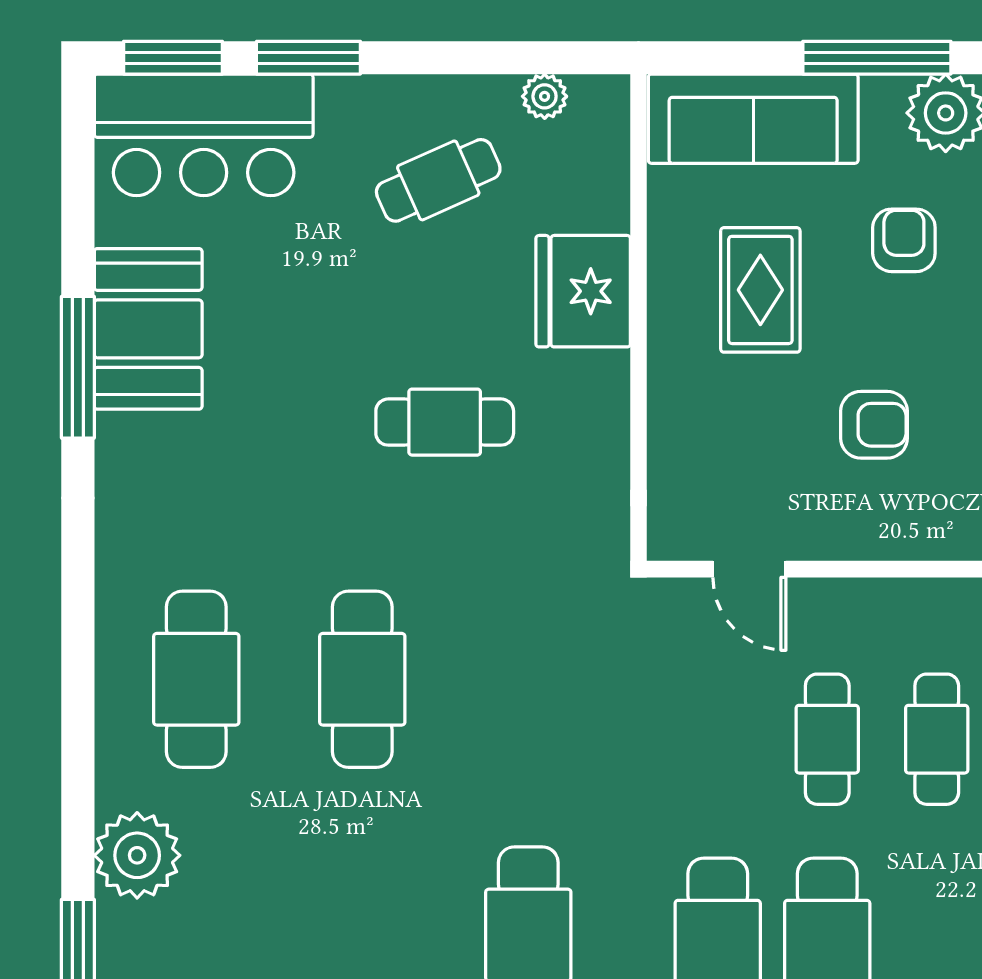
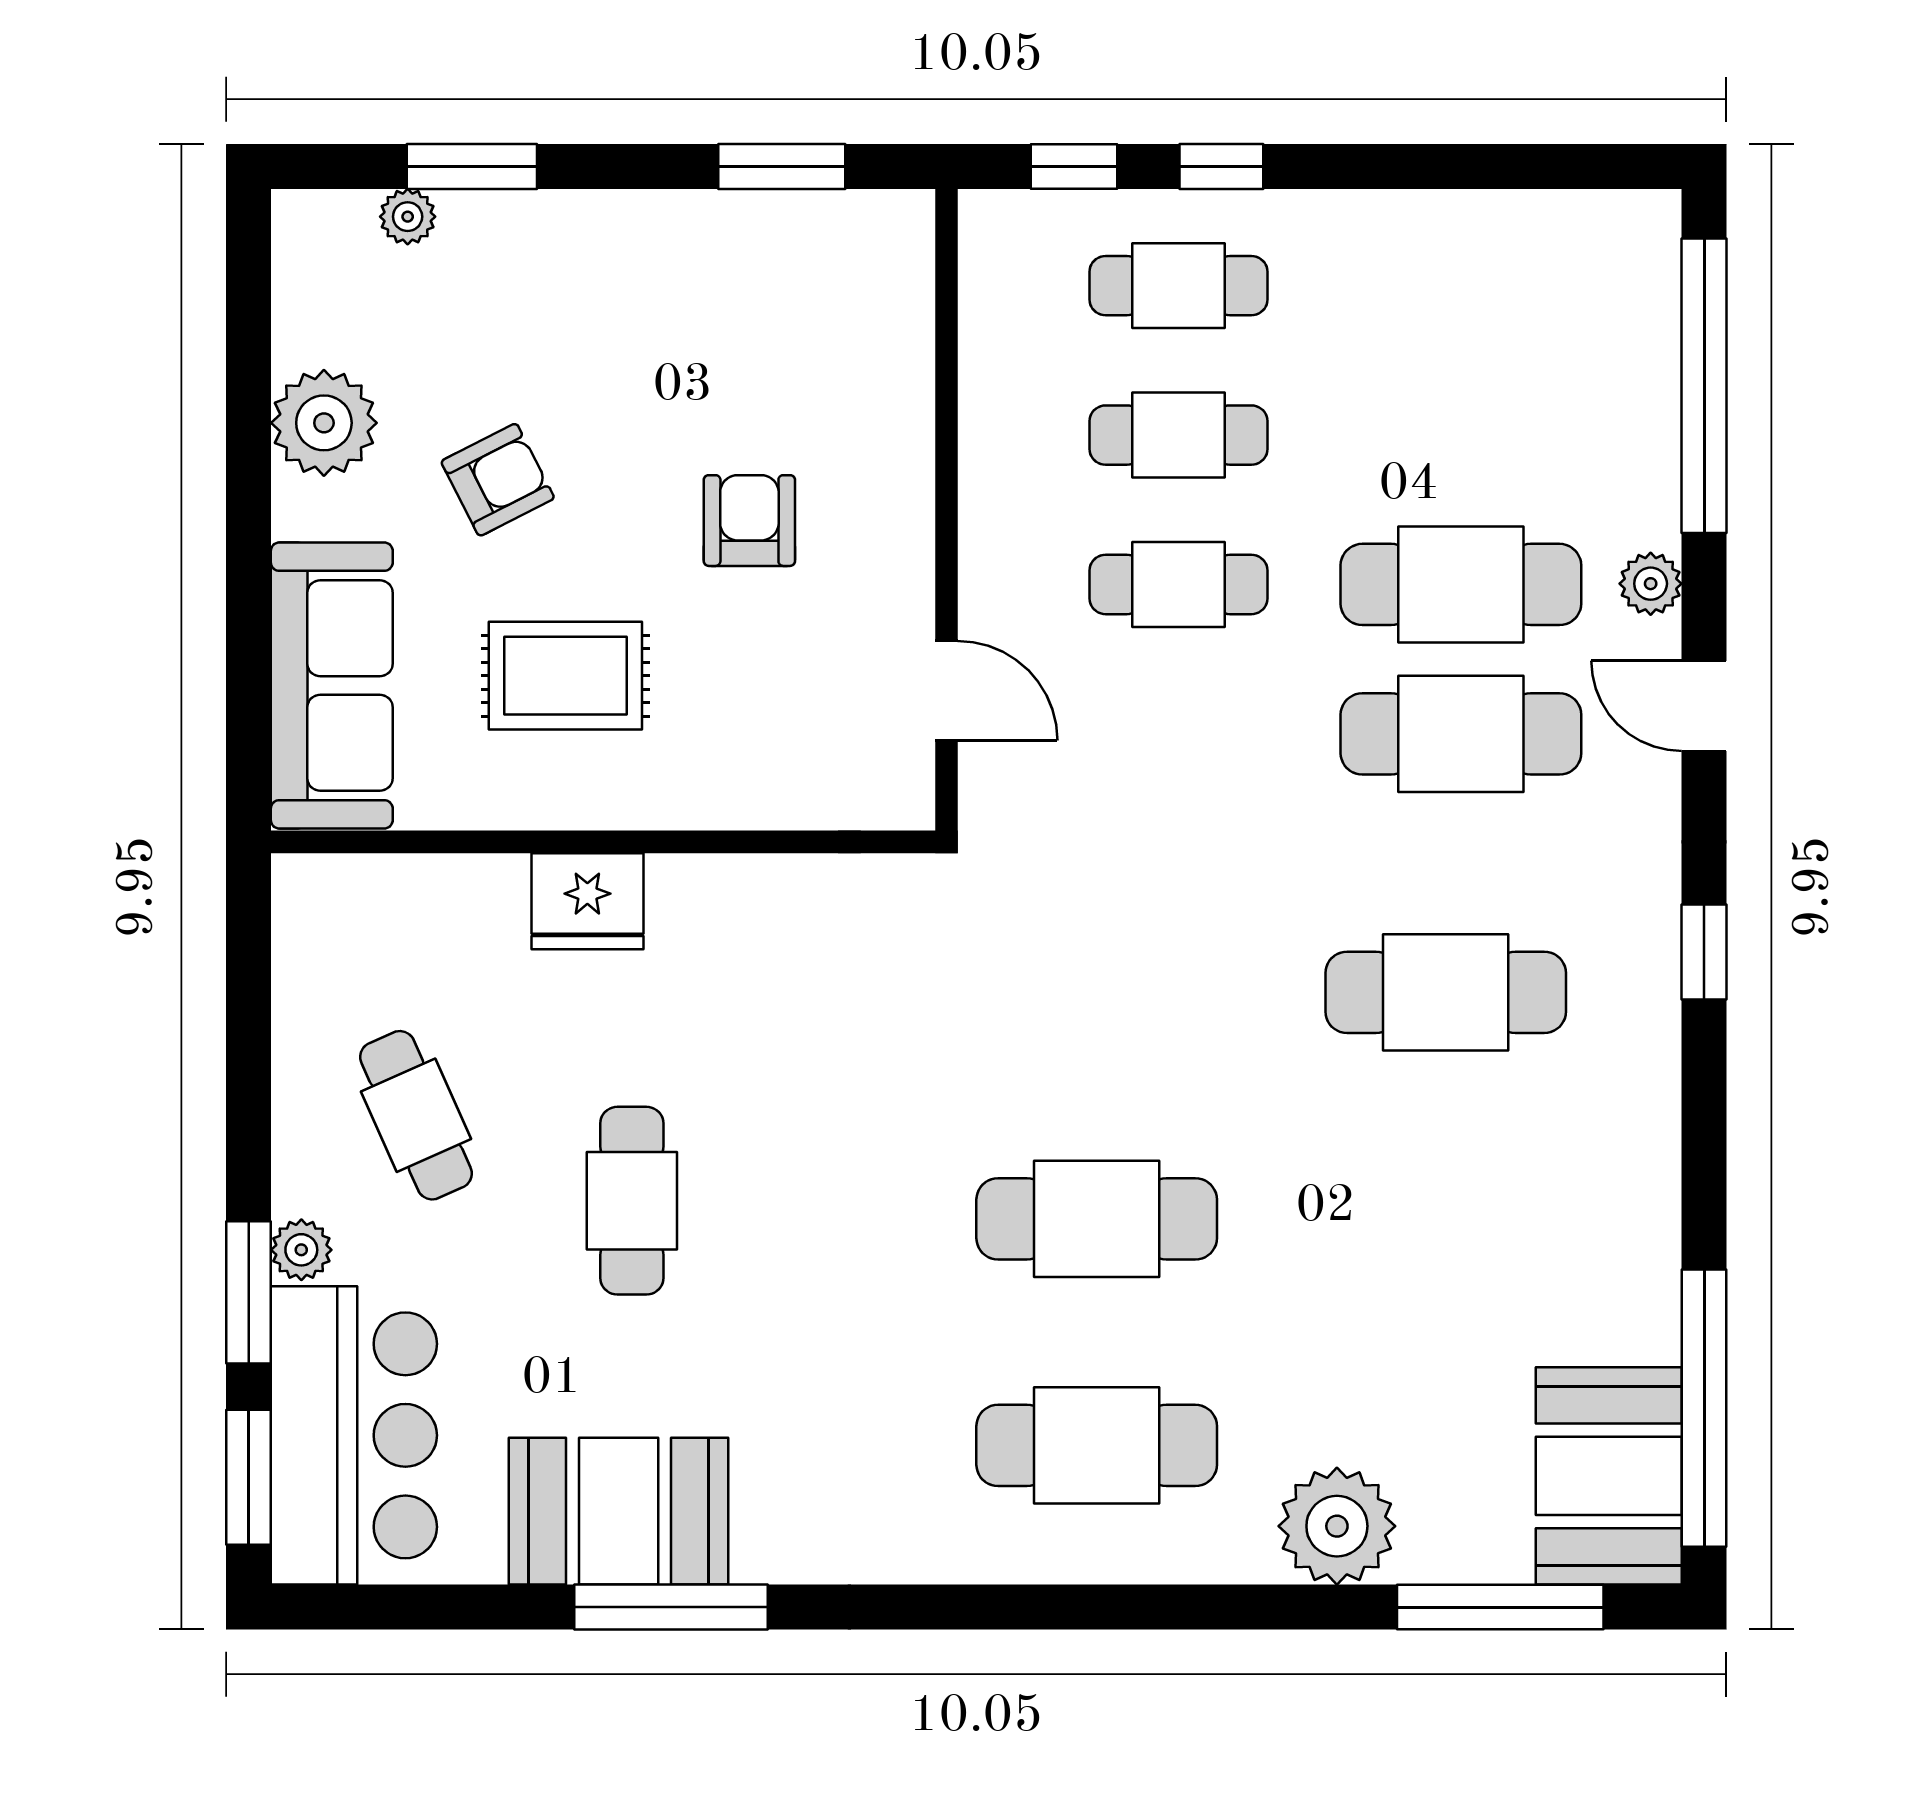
window: (877, 58) -> (249, 517), removed
plant: (545, 96) -> (301, 1250), moved
armchair: (904, 240) -> (498, 480), turned 153
fridge: (583, 291) -> (587, 901), width x0.73, depth x0.75
cafe table: (445, 422) -> (632, 1201), moved
door: (749, 569) -> (946, 691), hinge flipped

